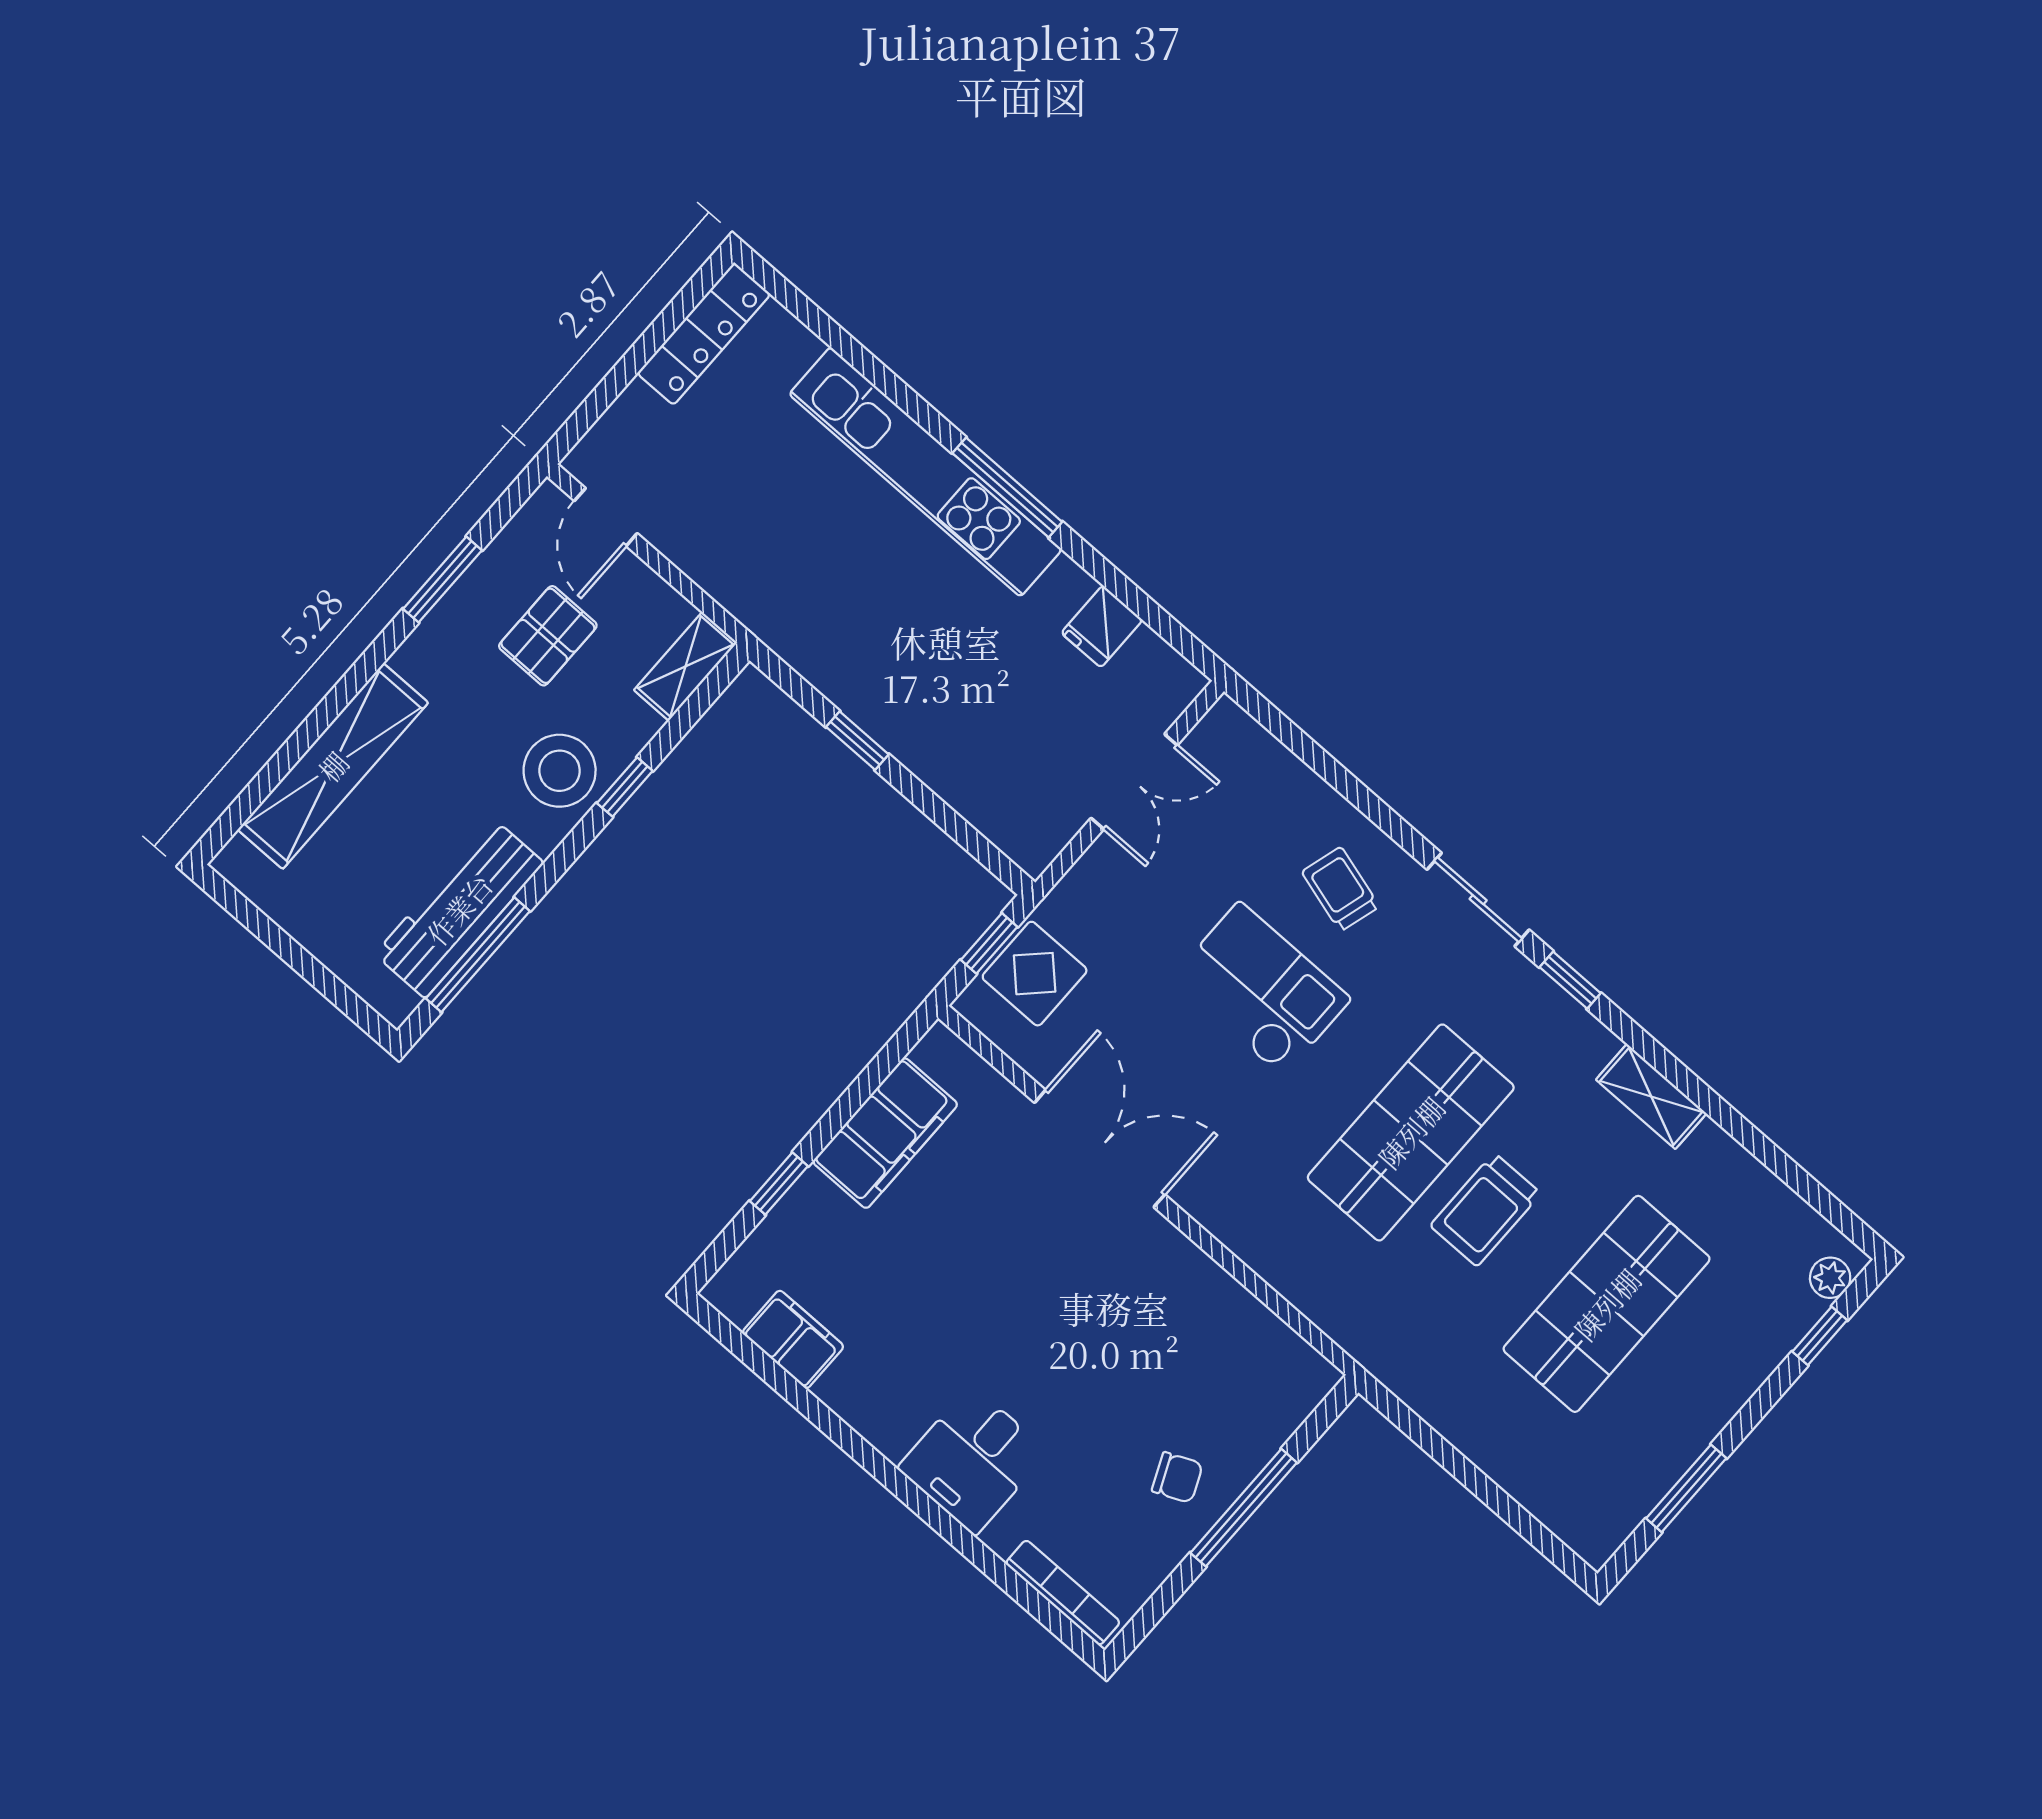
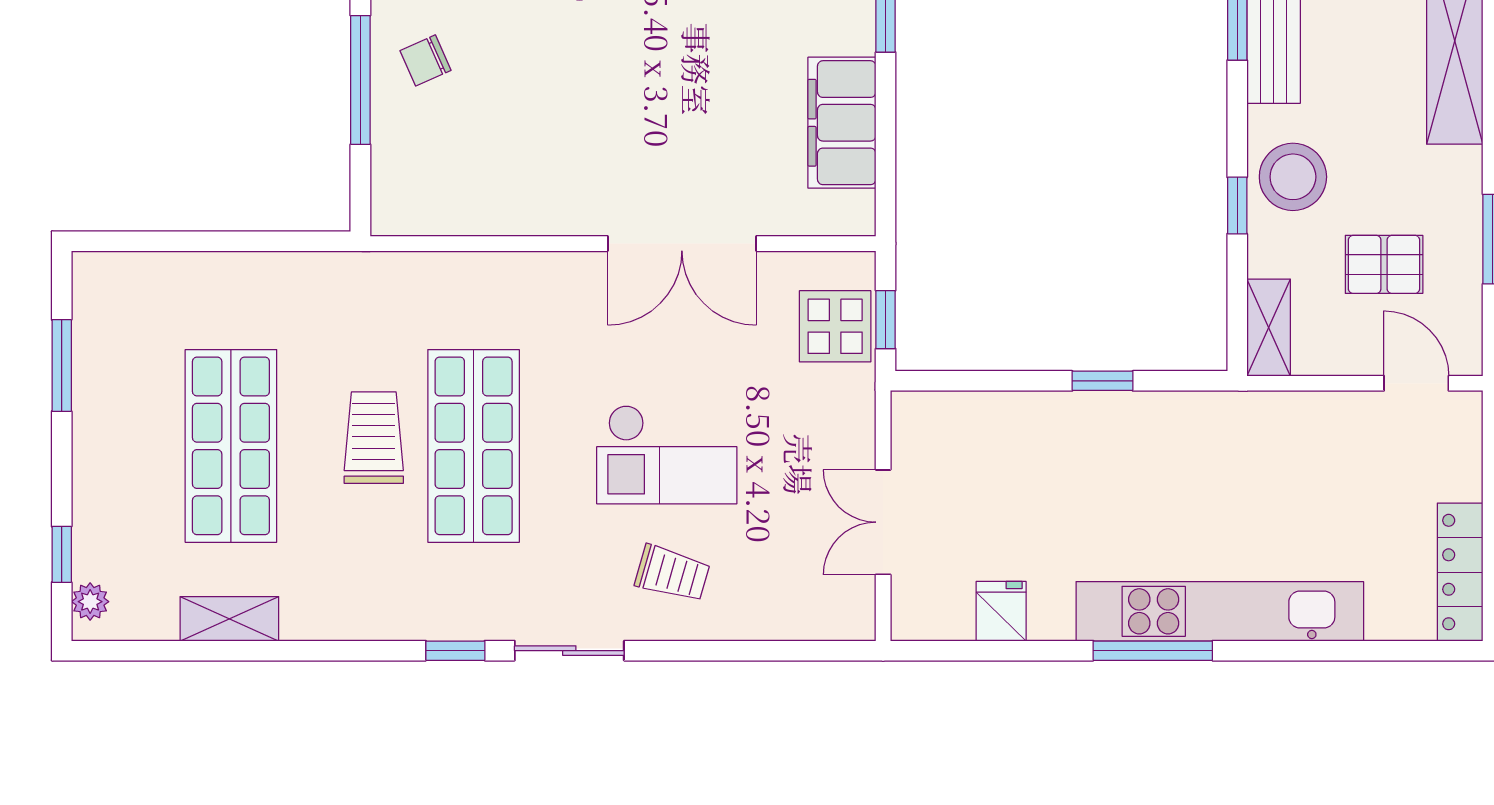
pallet: (548, 636) -> (1384, 264), turned 90
shelving: (1651, 1097) -> (229, 619), moved

